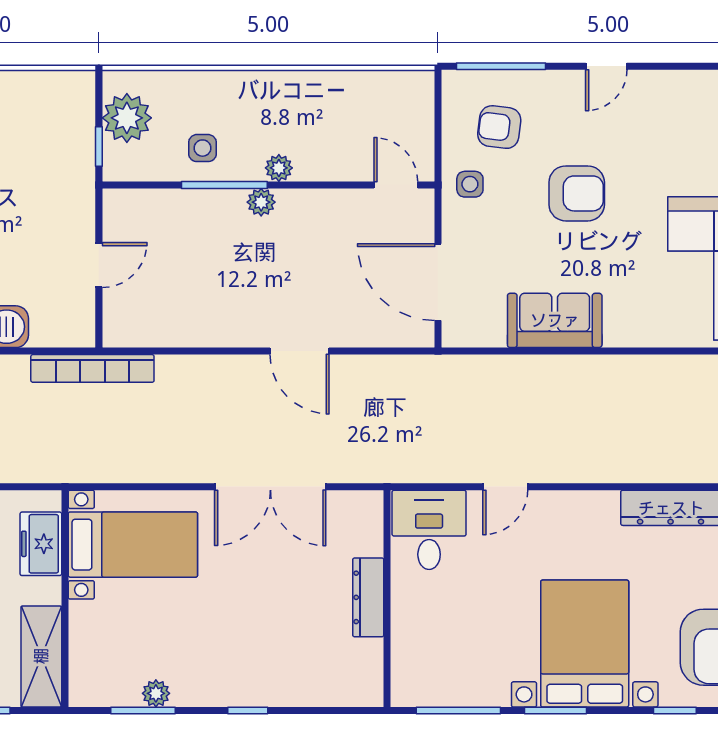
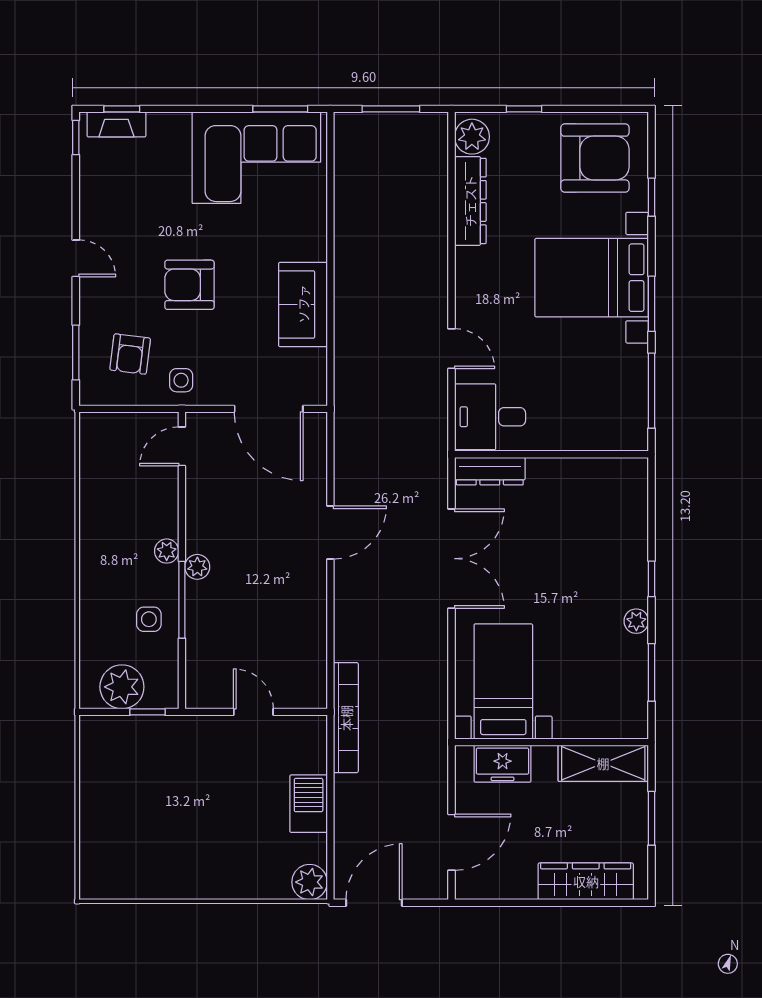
window: (501, 66) -> (76, 352), width x0.69
armchair: (577, 193) -> (189, 285), turned -90
door: (438, 282) -> (269, 409), hinge flipped
dresser: (368, 597) -> (490, 471), moved
plant: (156, 693) -> (636, 621), moved

